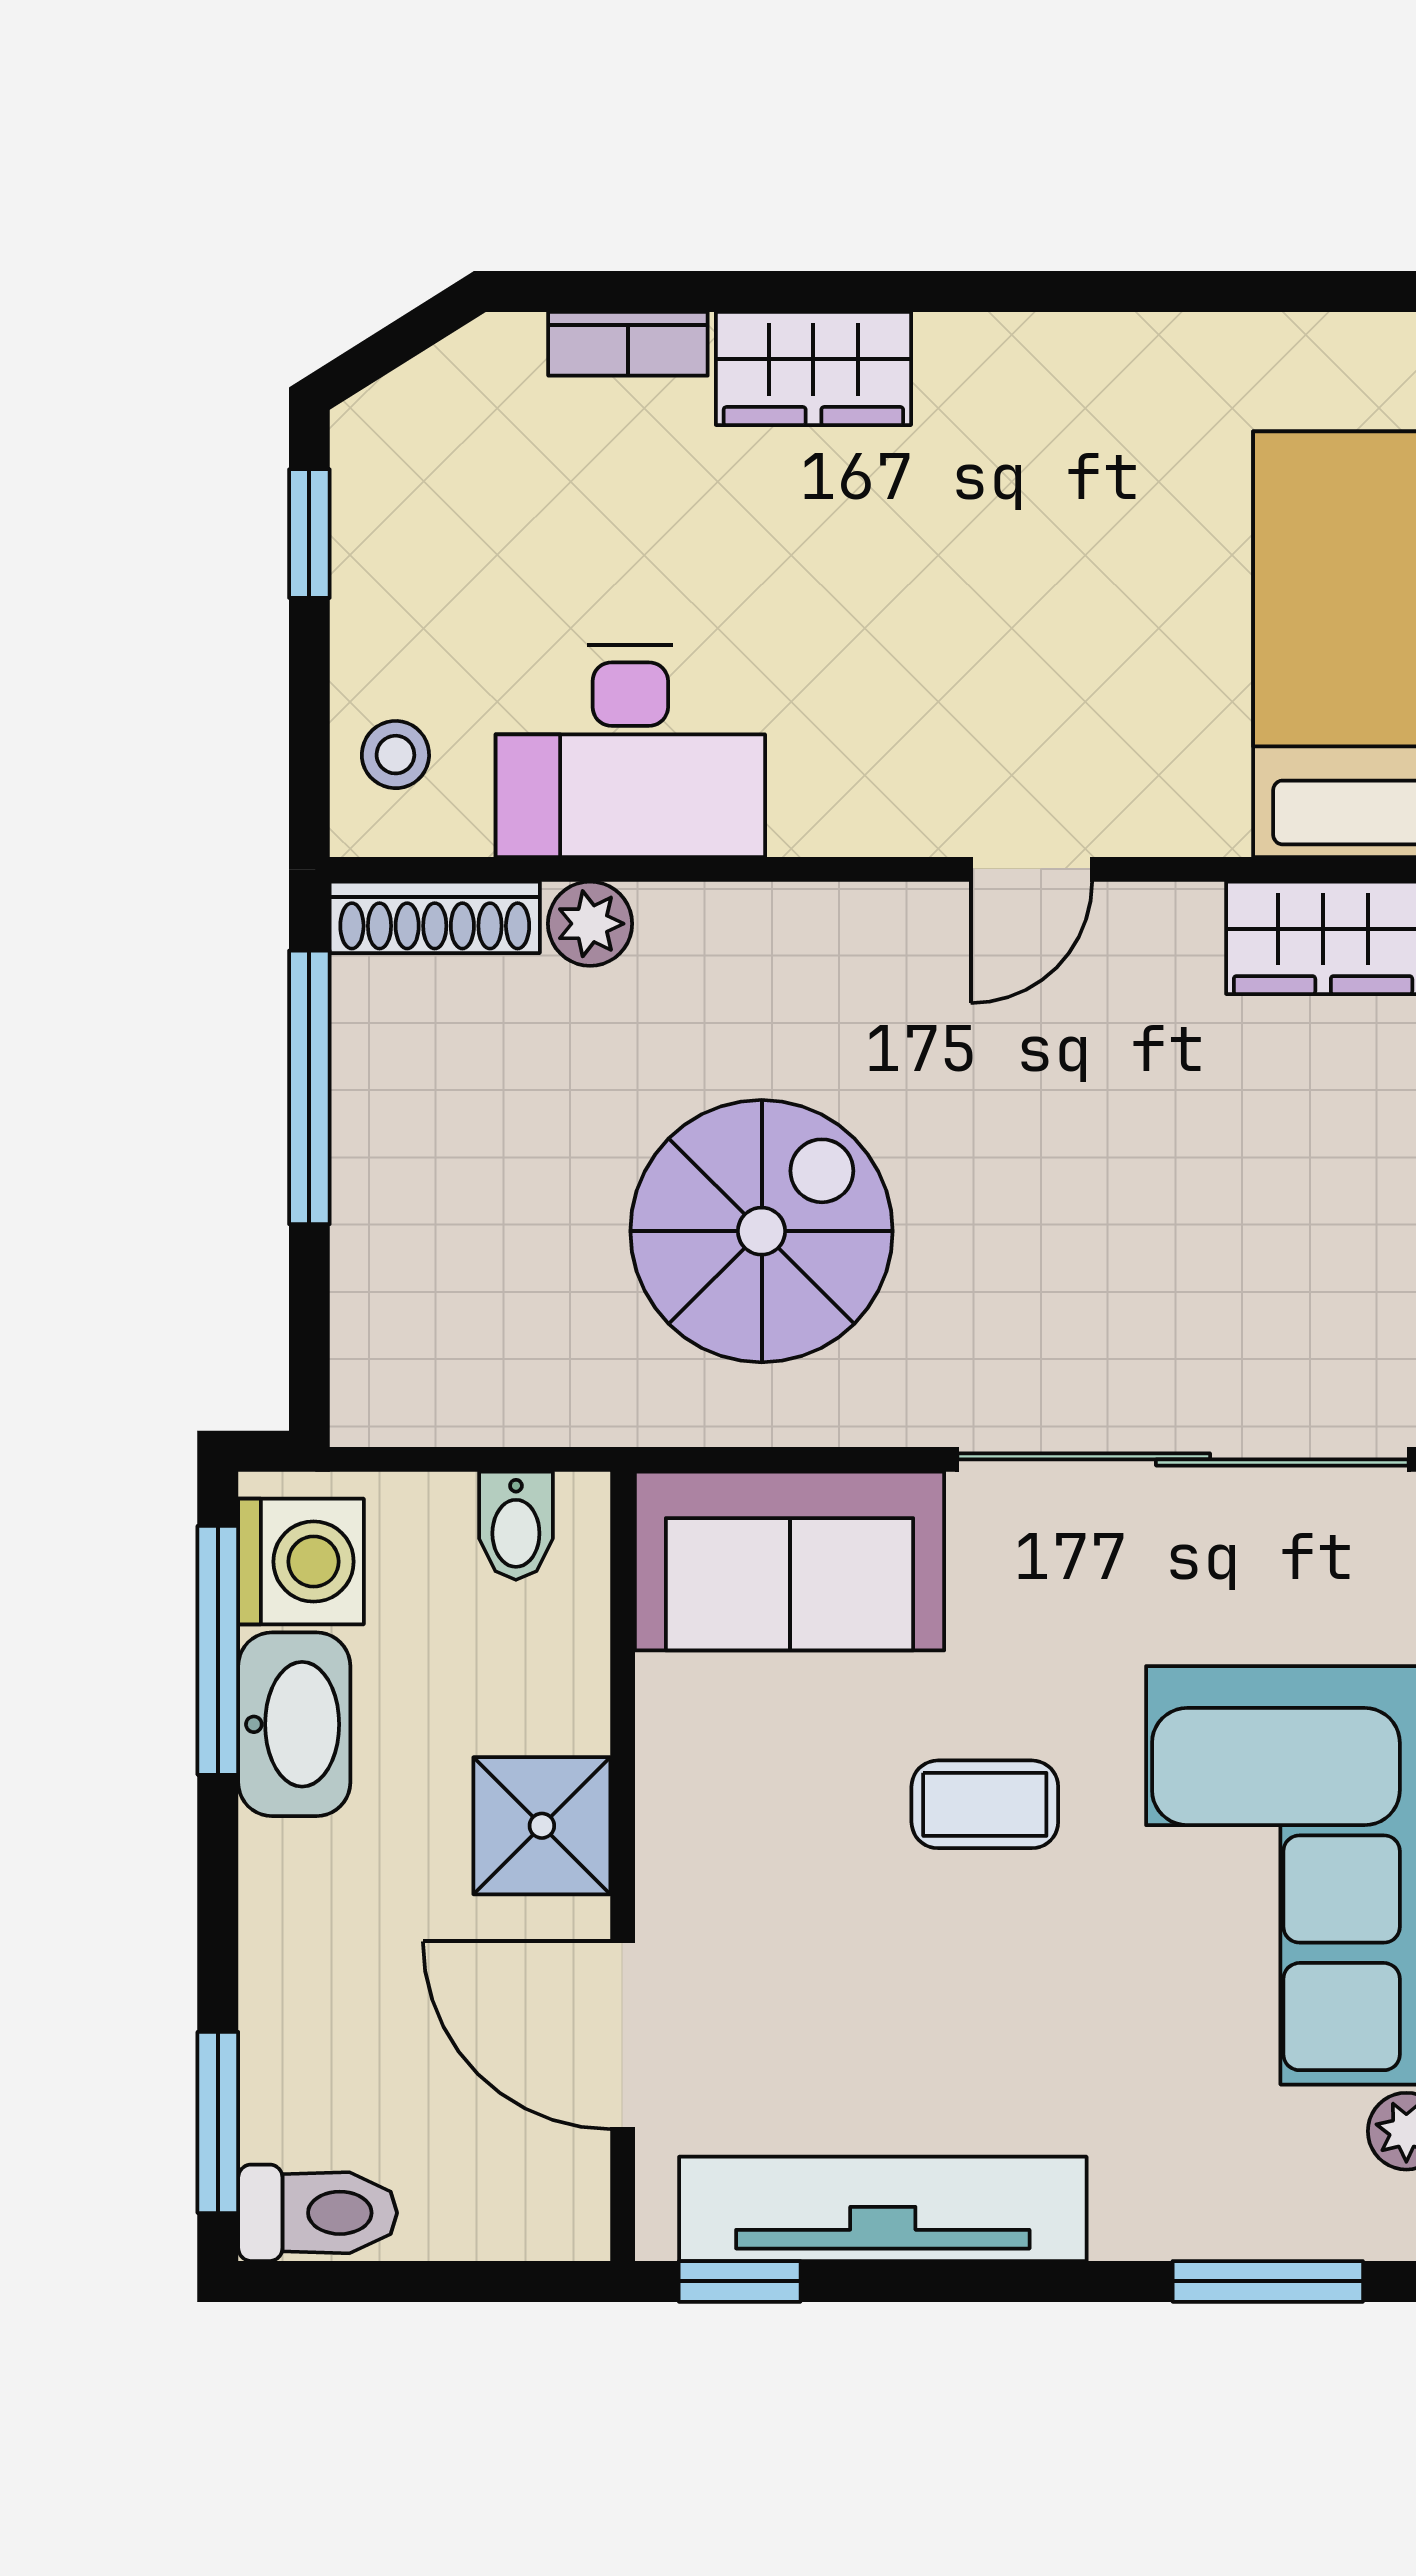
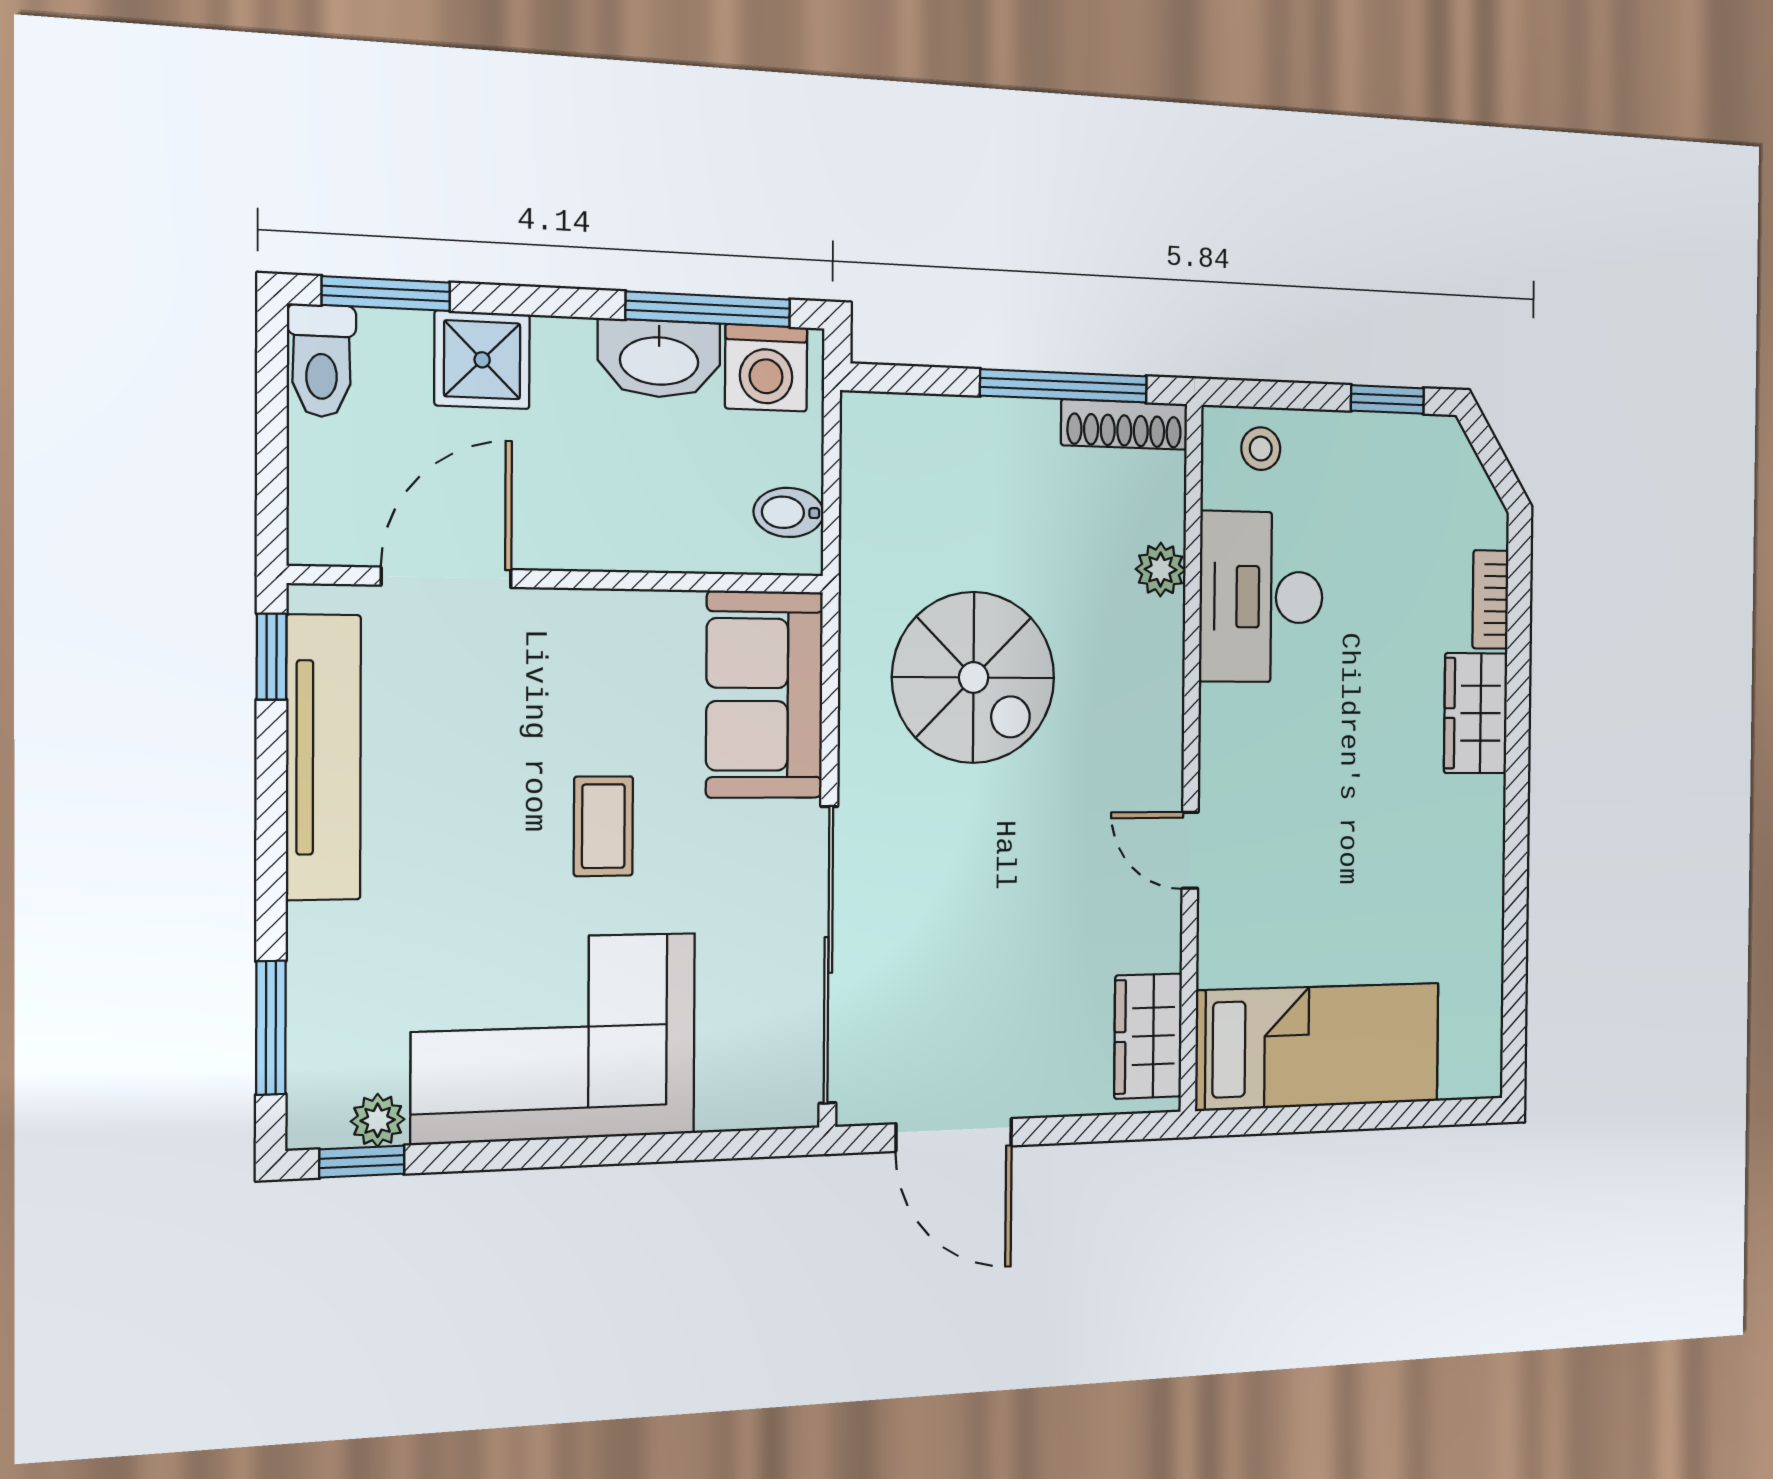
shoe rack: (435, 917) -> (1124, 424), moved, turned -90
shower: (542, 1826) -> (482, 360), moved

